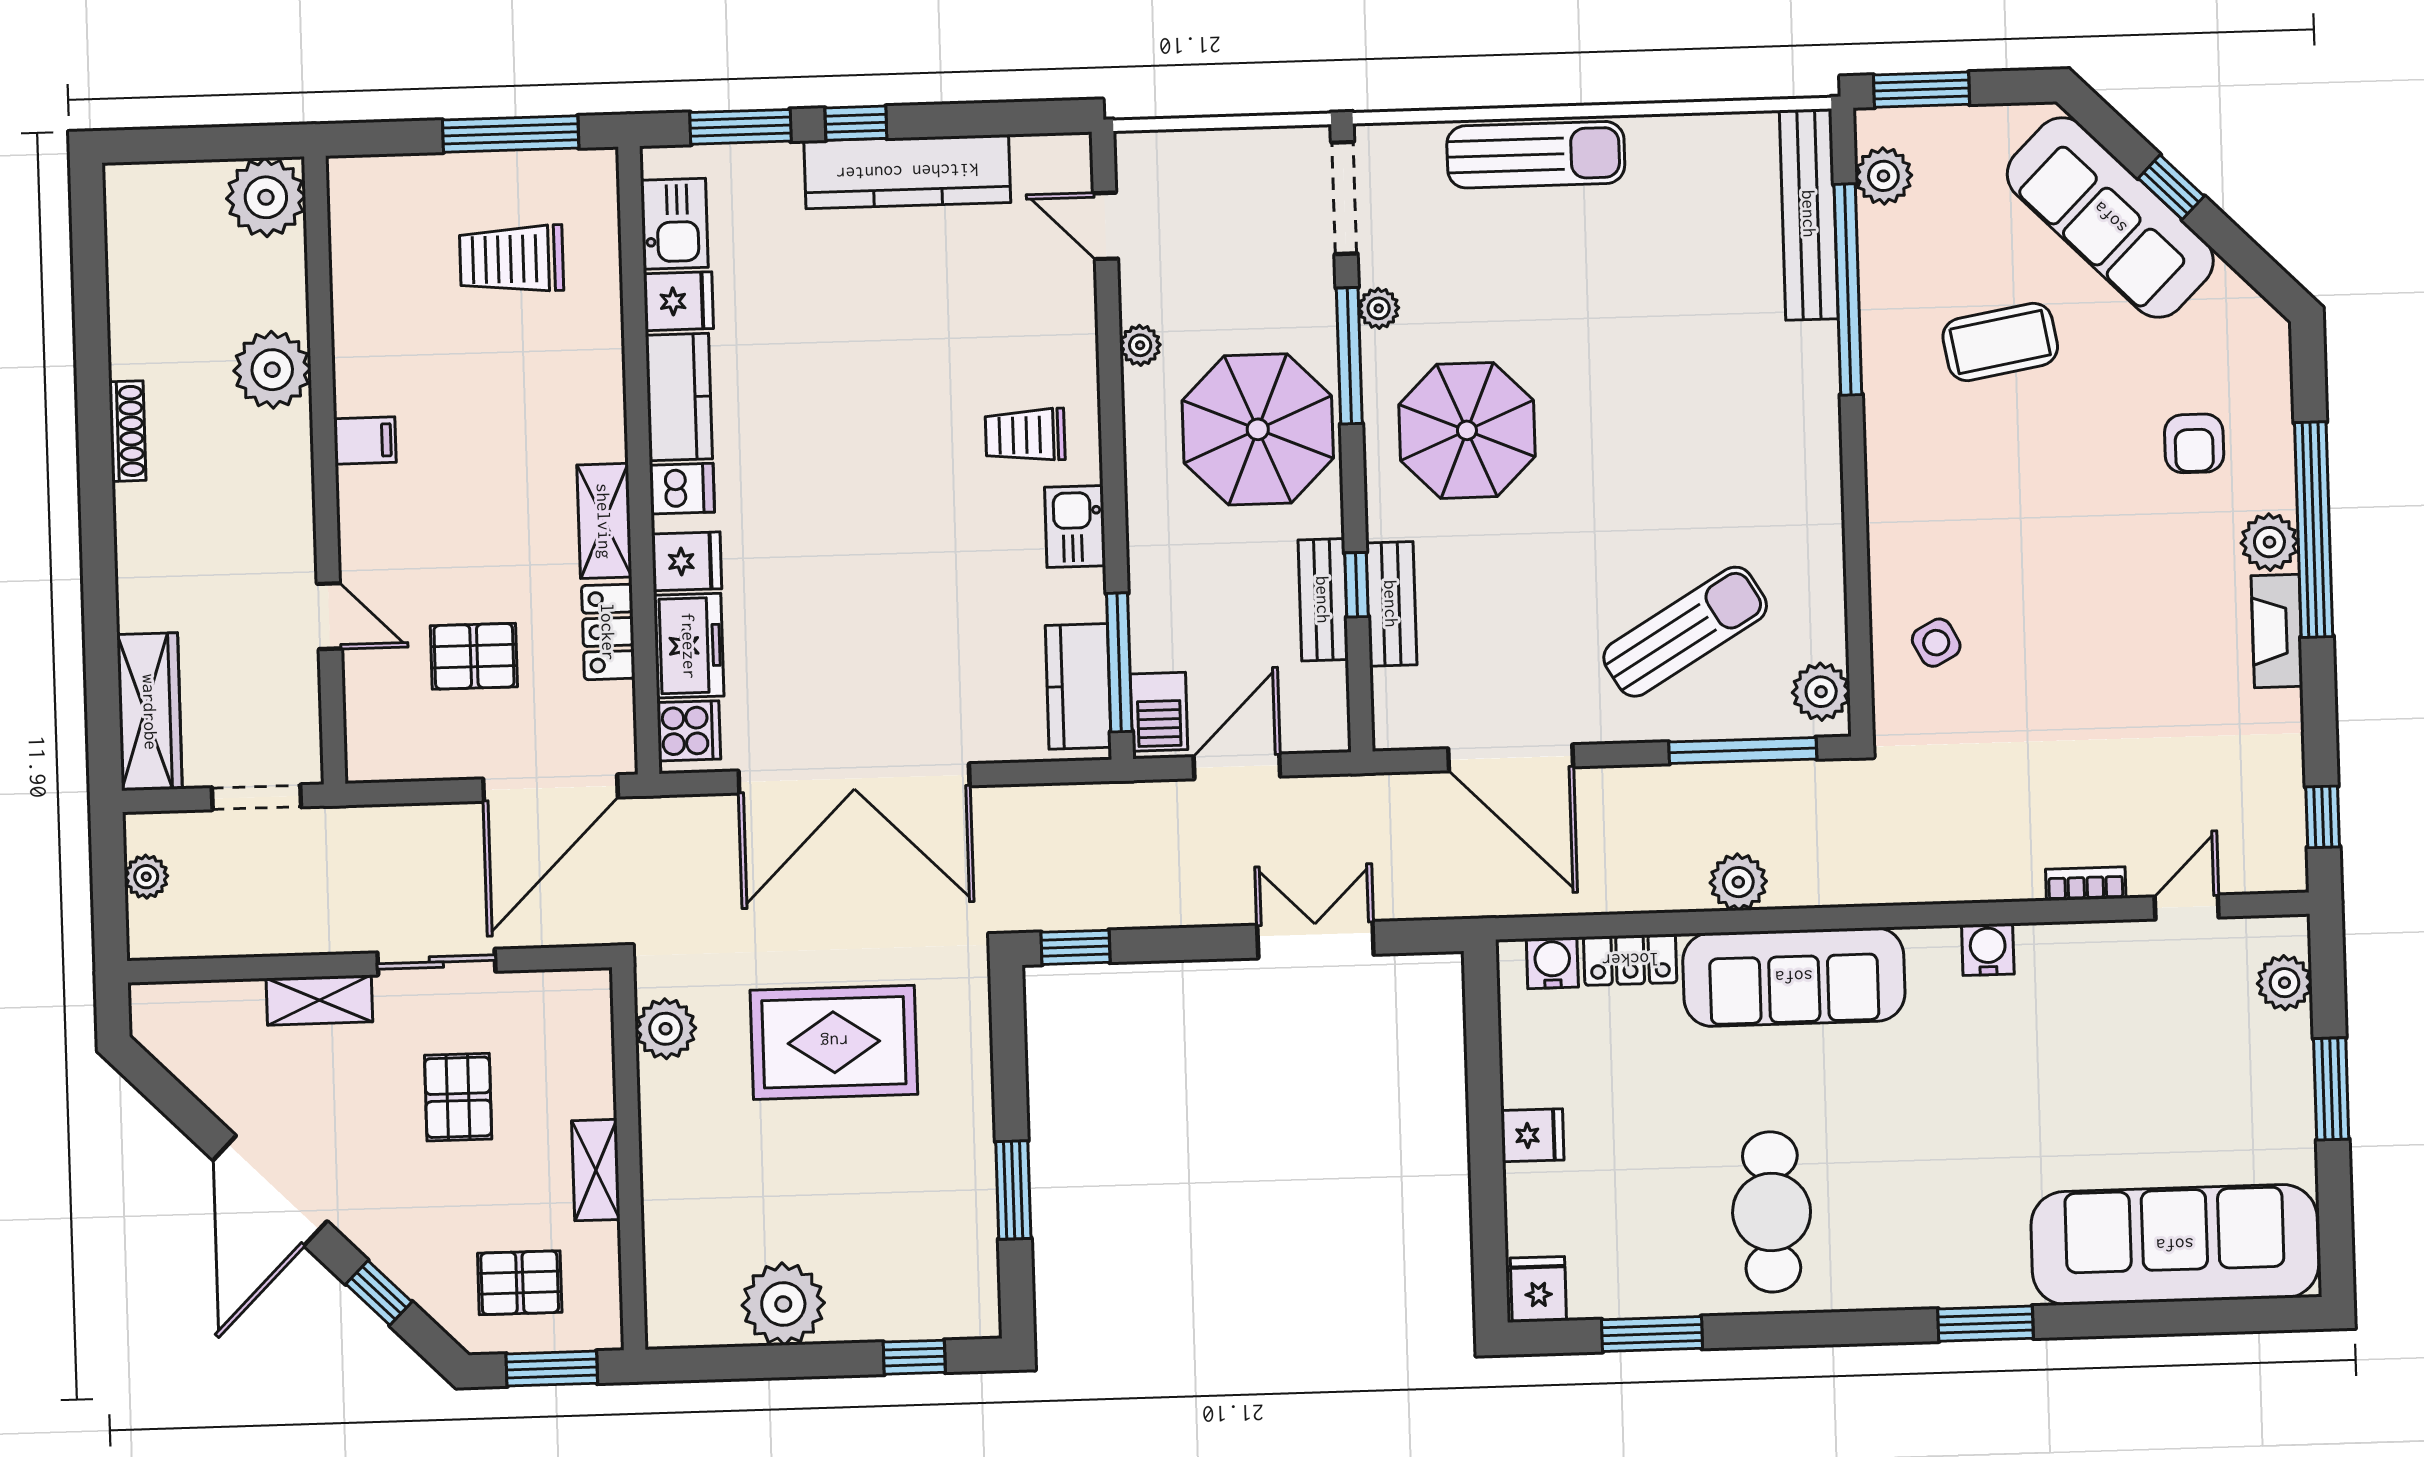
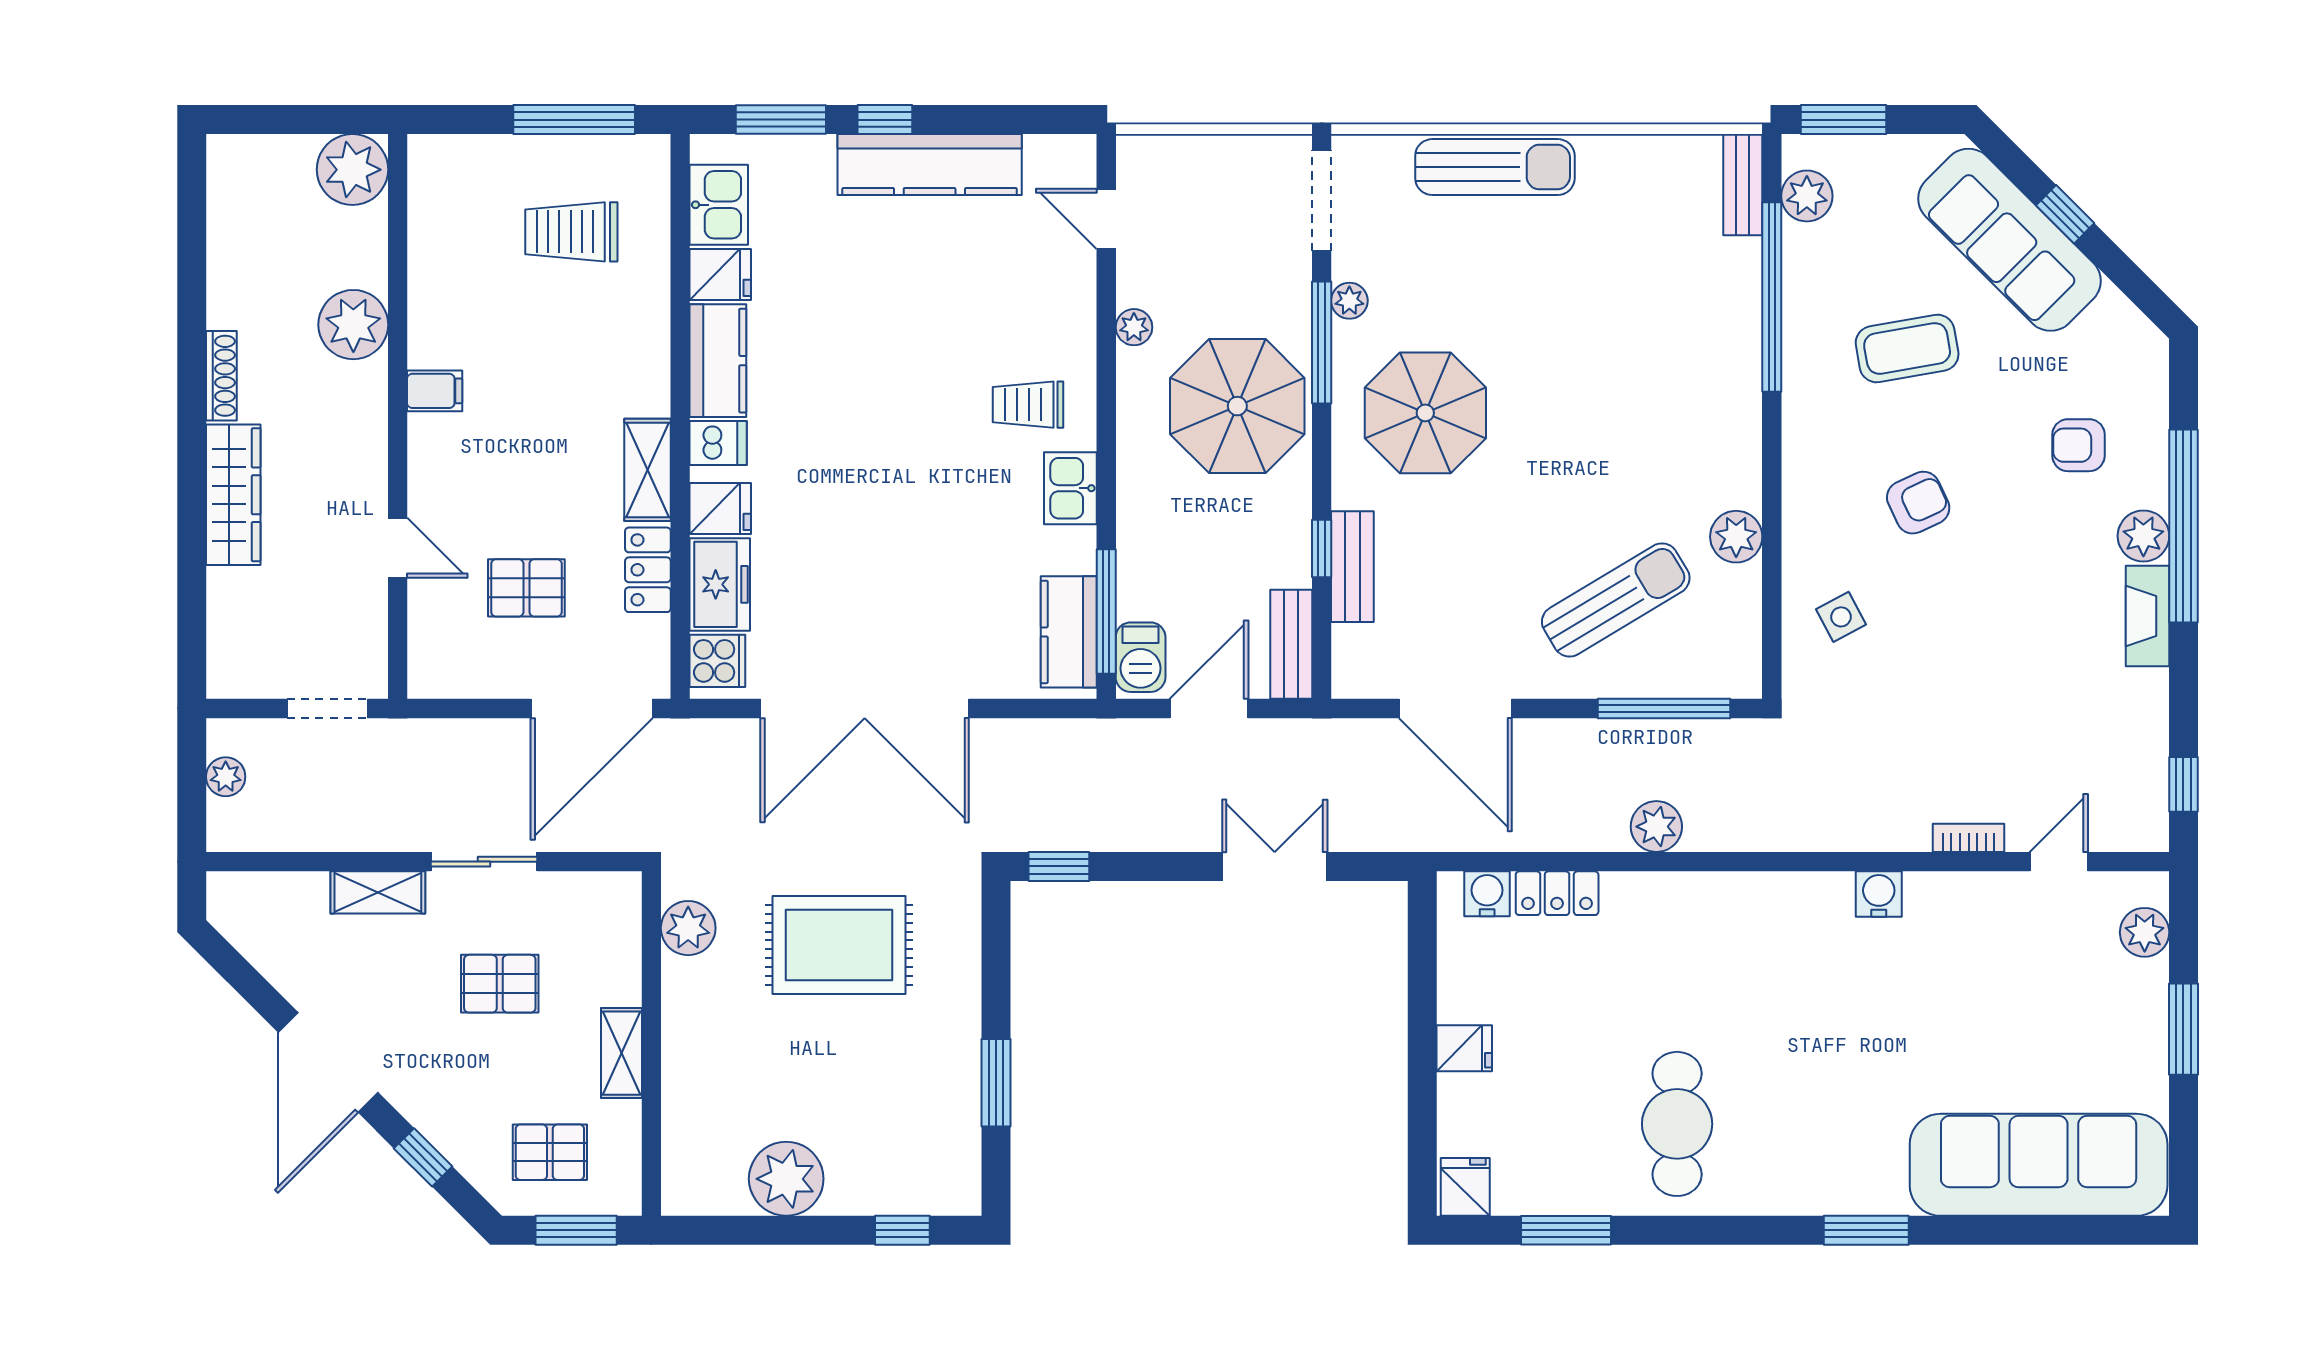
bench: (1809, 214) -> (1743, 185), width x0.54, depth x0.82
armchair: (2194, 443) -> (2078, 445), turned 90
armchair: (2018, 513) -> (1918, 503), added
bench: (1323, 600) -> (1291, 644), moved
plant: (1821, 692) -> (1736, 537), moved
wardrobe: (150, 712) -> (233, 495), moved
sofa: (1794, 977) -> (1704, 913), removed
pallet: (458, 1097) -> (500, 984), turned 90

